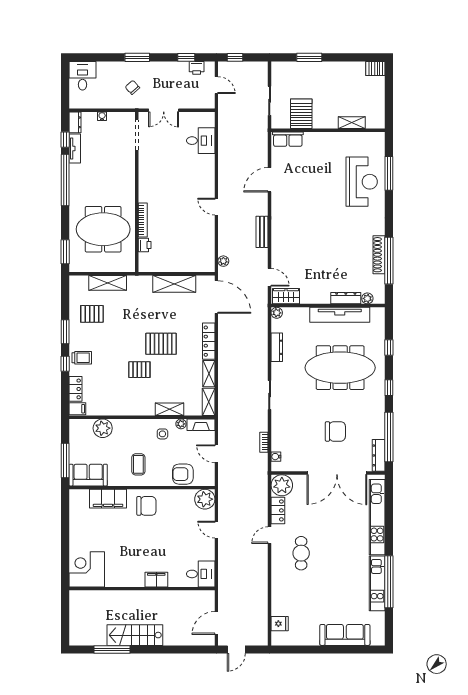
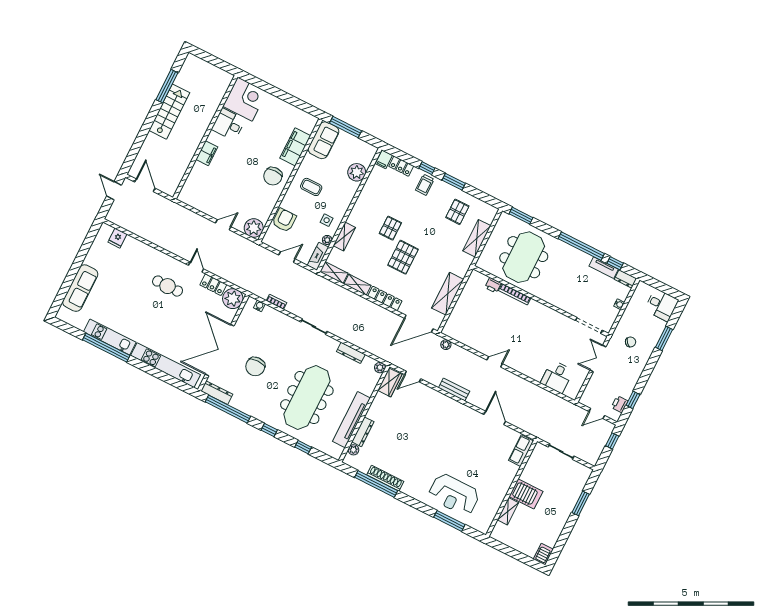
window: (137, 57) -> (664, 338), moved
server rack: (301, 114) -> (526, 494), moved
desk: (201, 574) -> (228, 124), moved, turned 90

